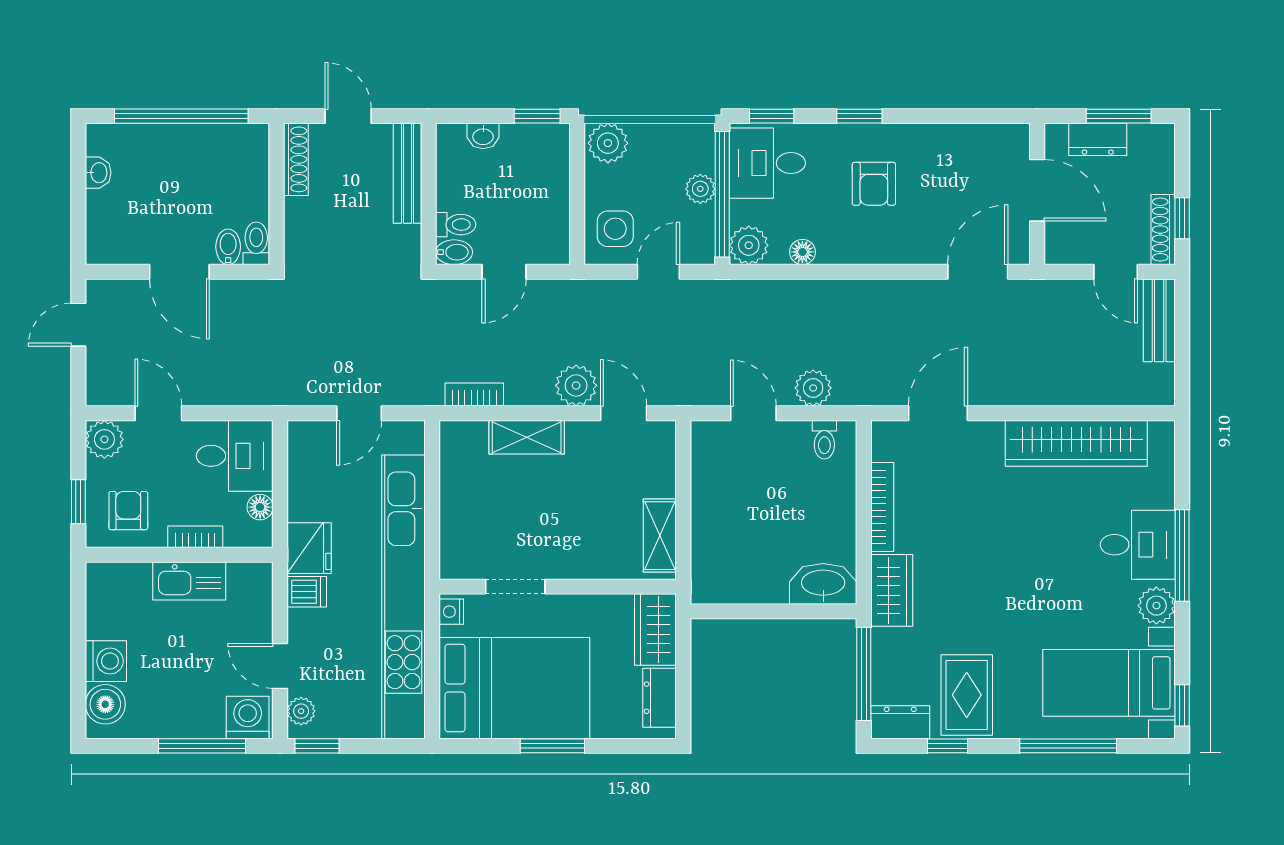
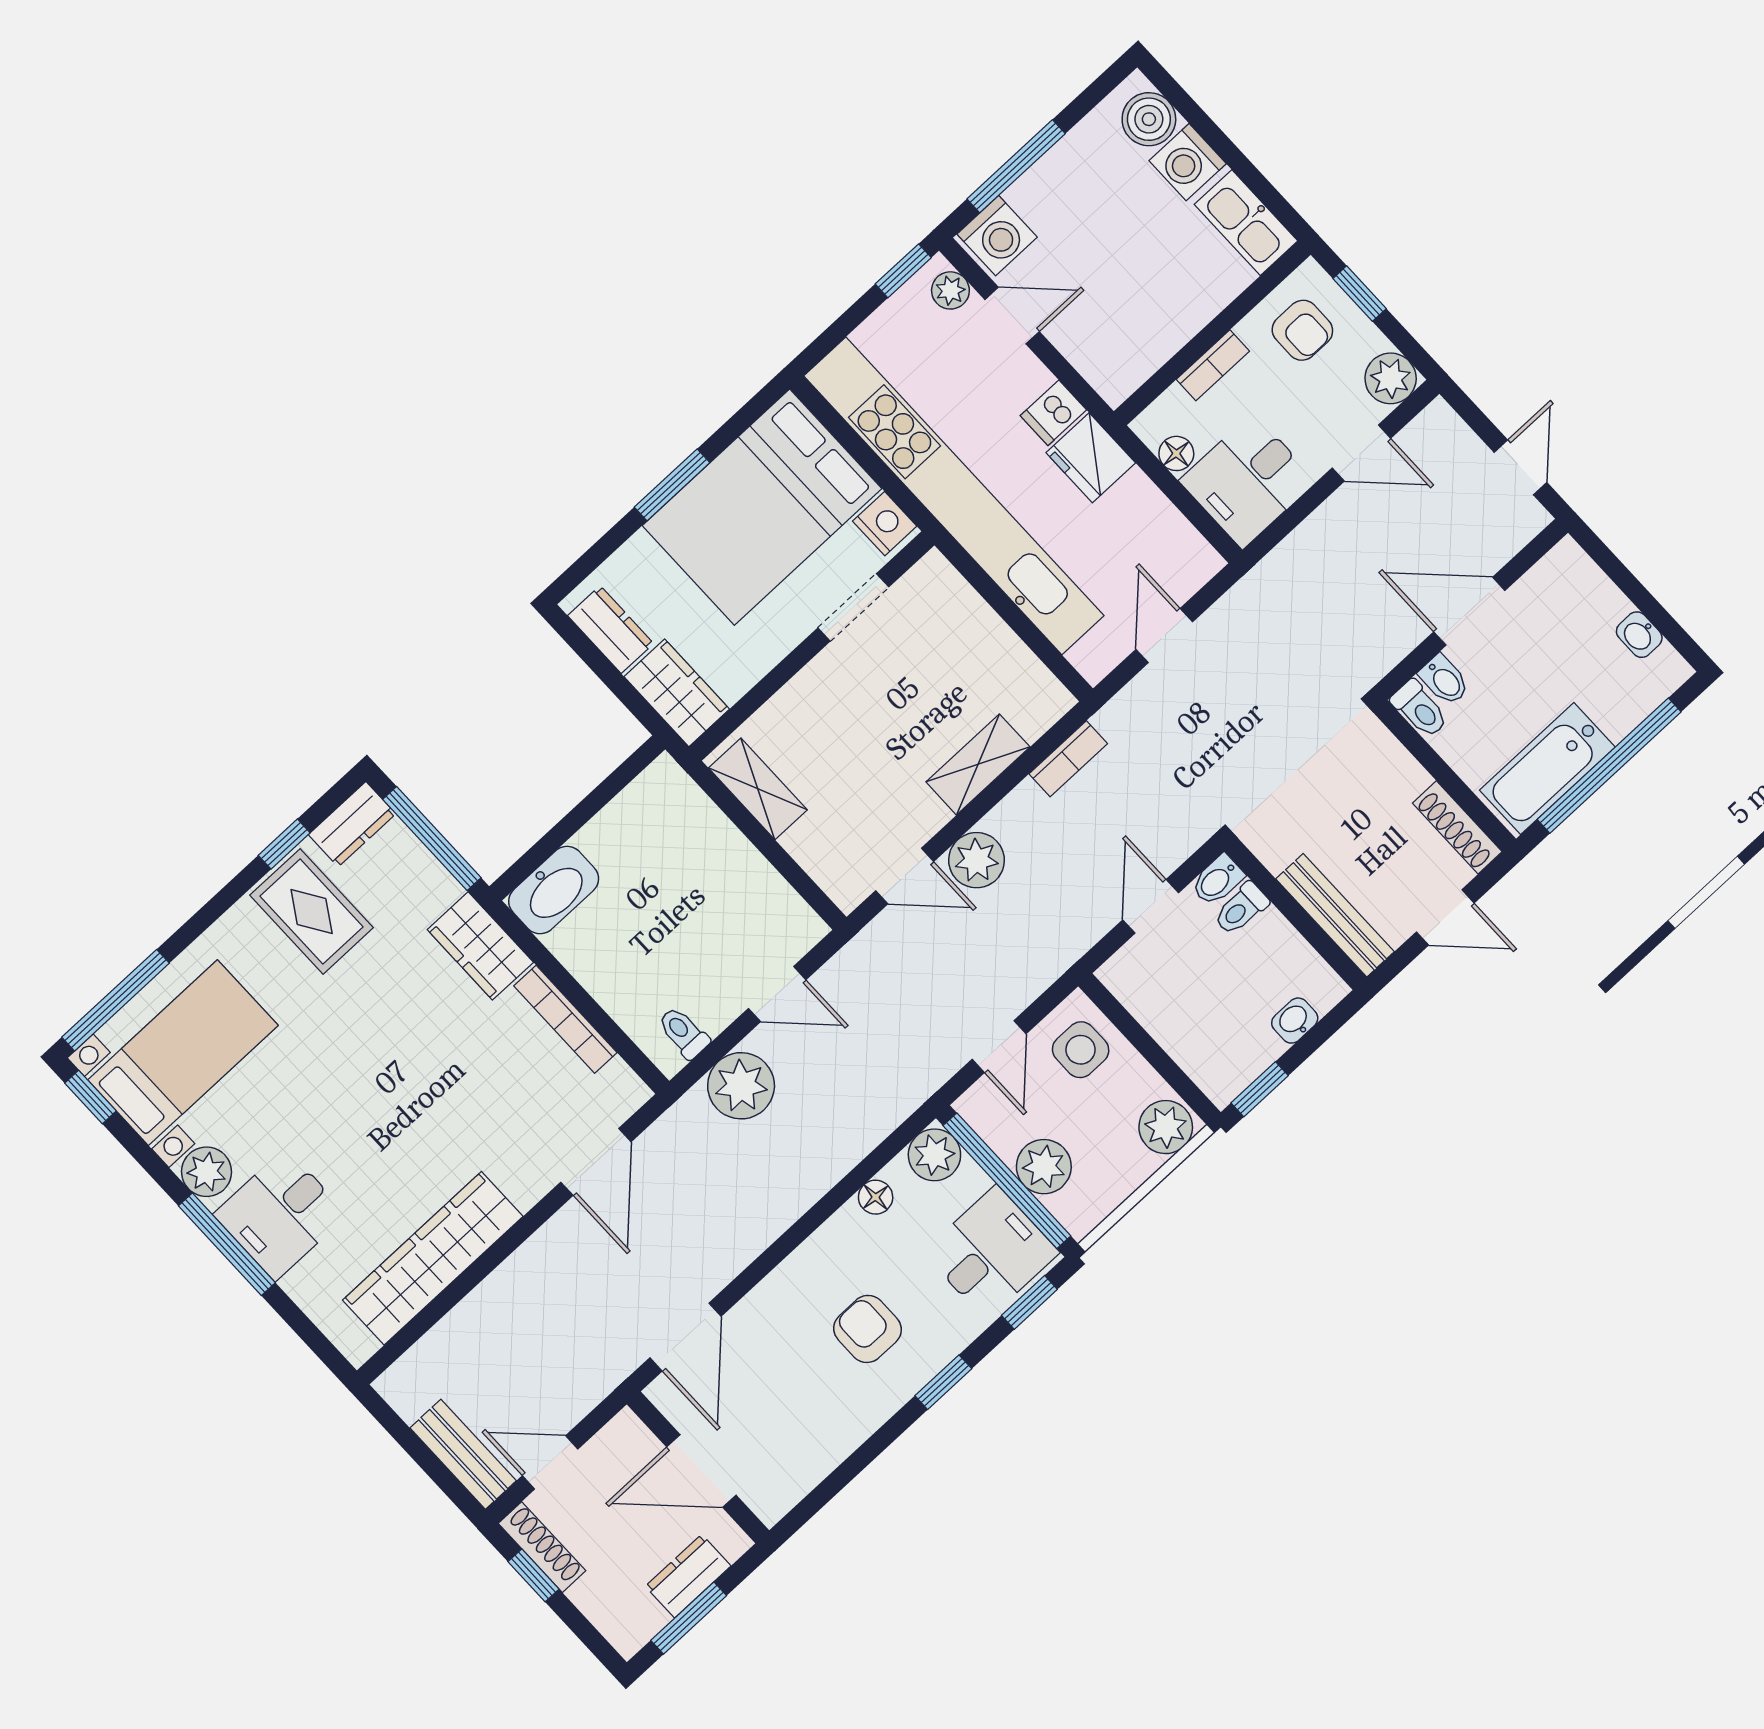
bathtub: (217, 146) -> (1547, 769), added
plant: (700, 189) -> (1044, 1167), width x1.38, depth x1.38
plant: (813, 388) -> (741, 1086), width x1.36, depth x1.36
kitchen sink: (189, 581) -> (1246, 223), moved, turned -90
nightstand: (451, 612) -> (885, 524), width x1.39, depth x1.35
window: (1068, 746) -> (116, 1000), moved

